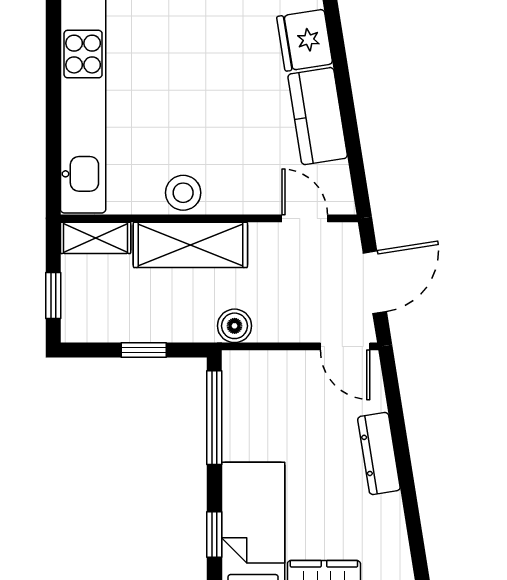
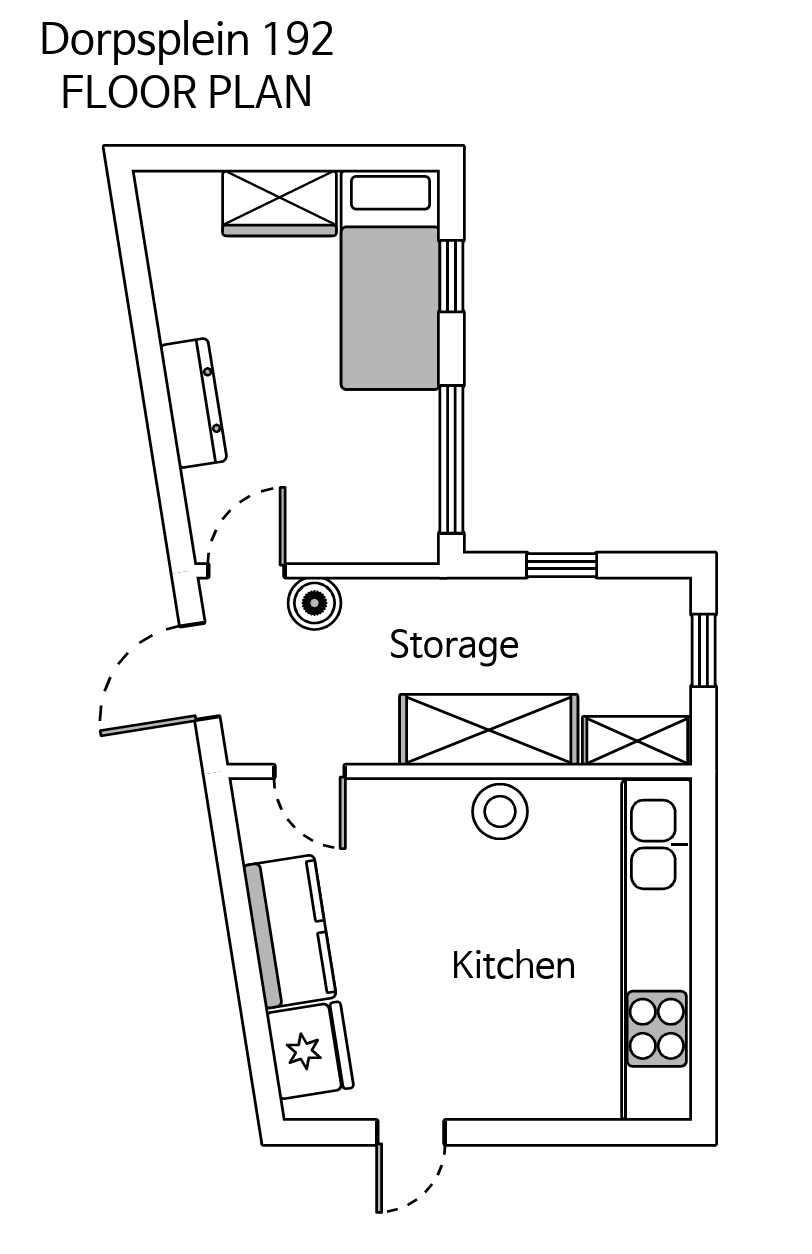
boiler: (235, 326) -> (314, 603), moved
door: (345, 346) -> (246, 571), hinge flipped

